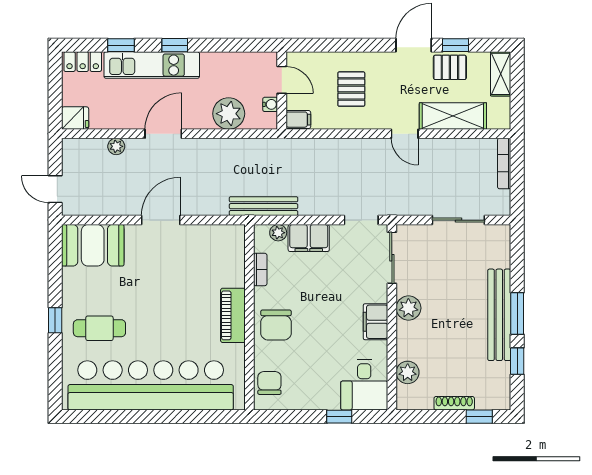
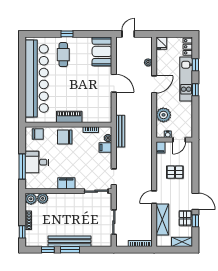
door: (163, 134) -> (154, 84), hinge flipped
filing cabinet: (309, 238) -> (105, 147), width x0.50
plant: (408, 308) -> (31, 199), moved
desk: (364, 385) -> (37, 162), moved
window: (339, 417) -> (22, 167), width x2.17

